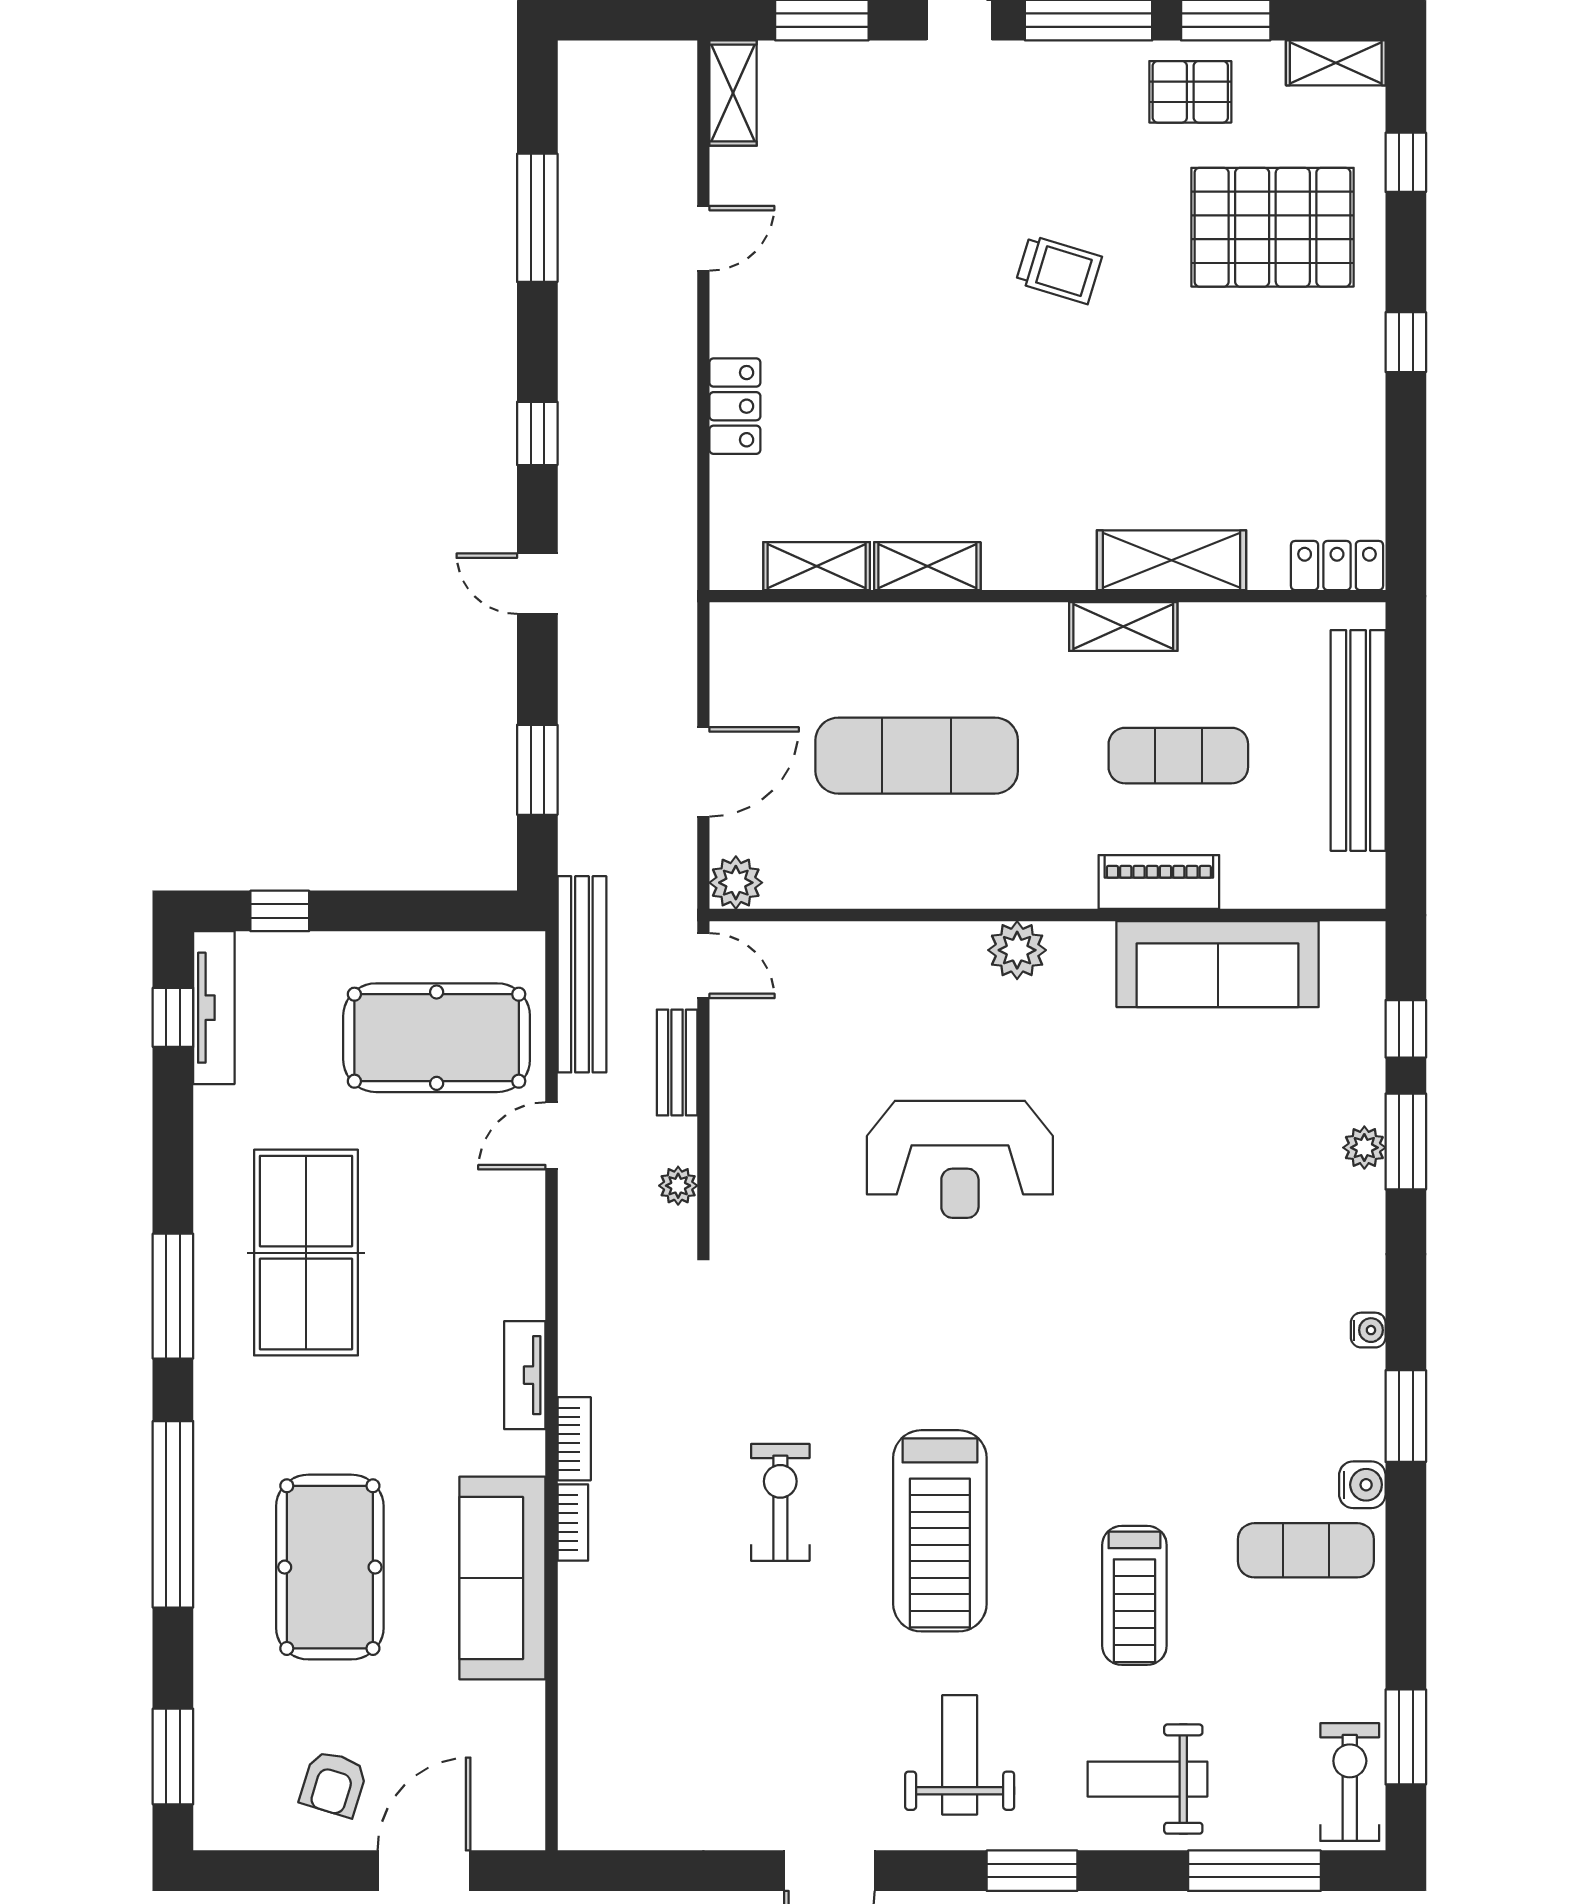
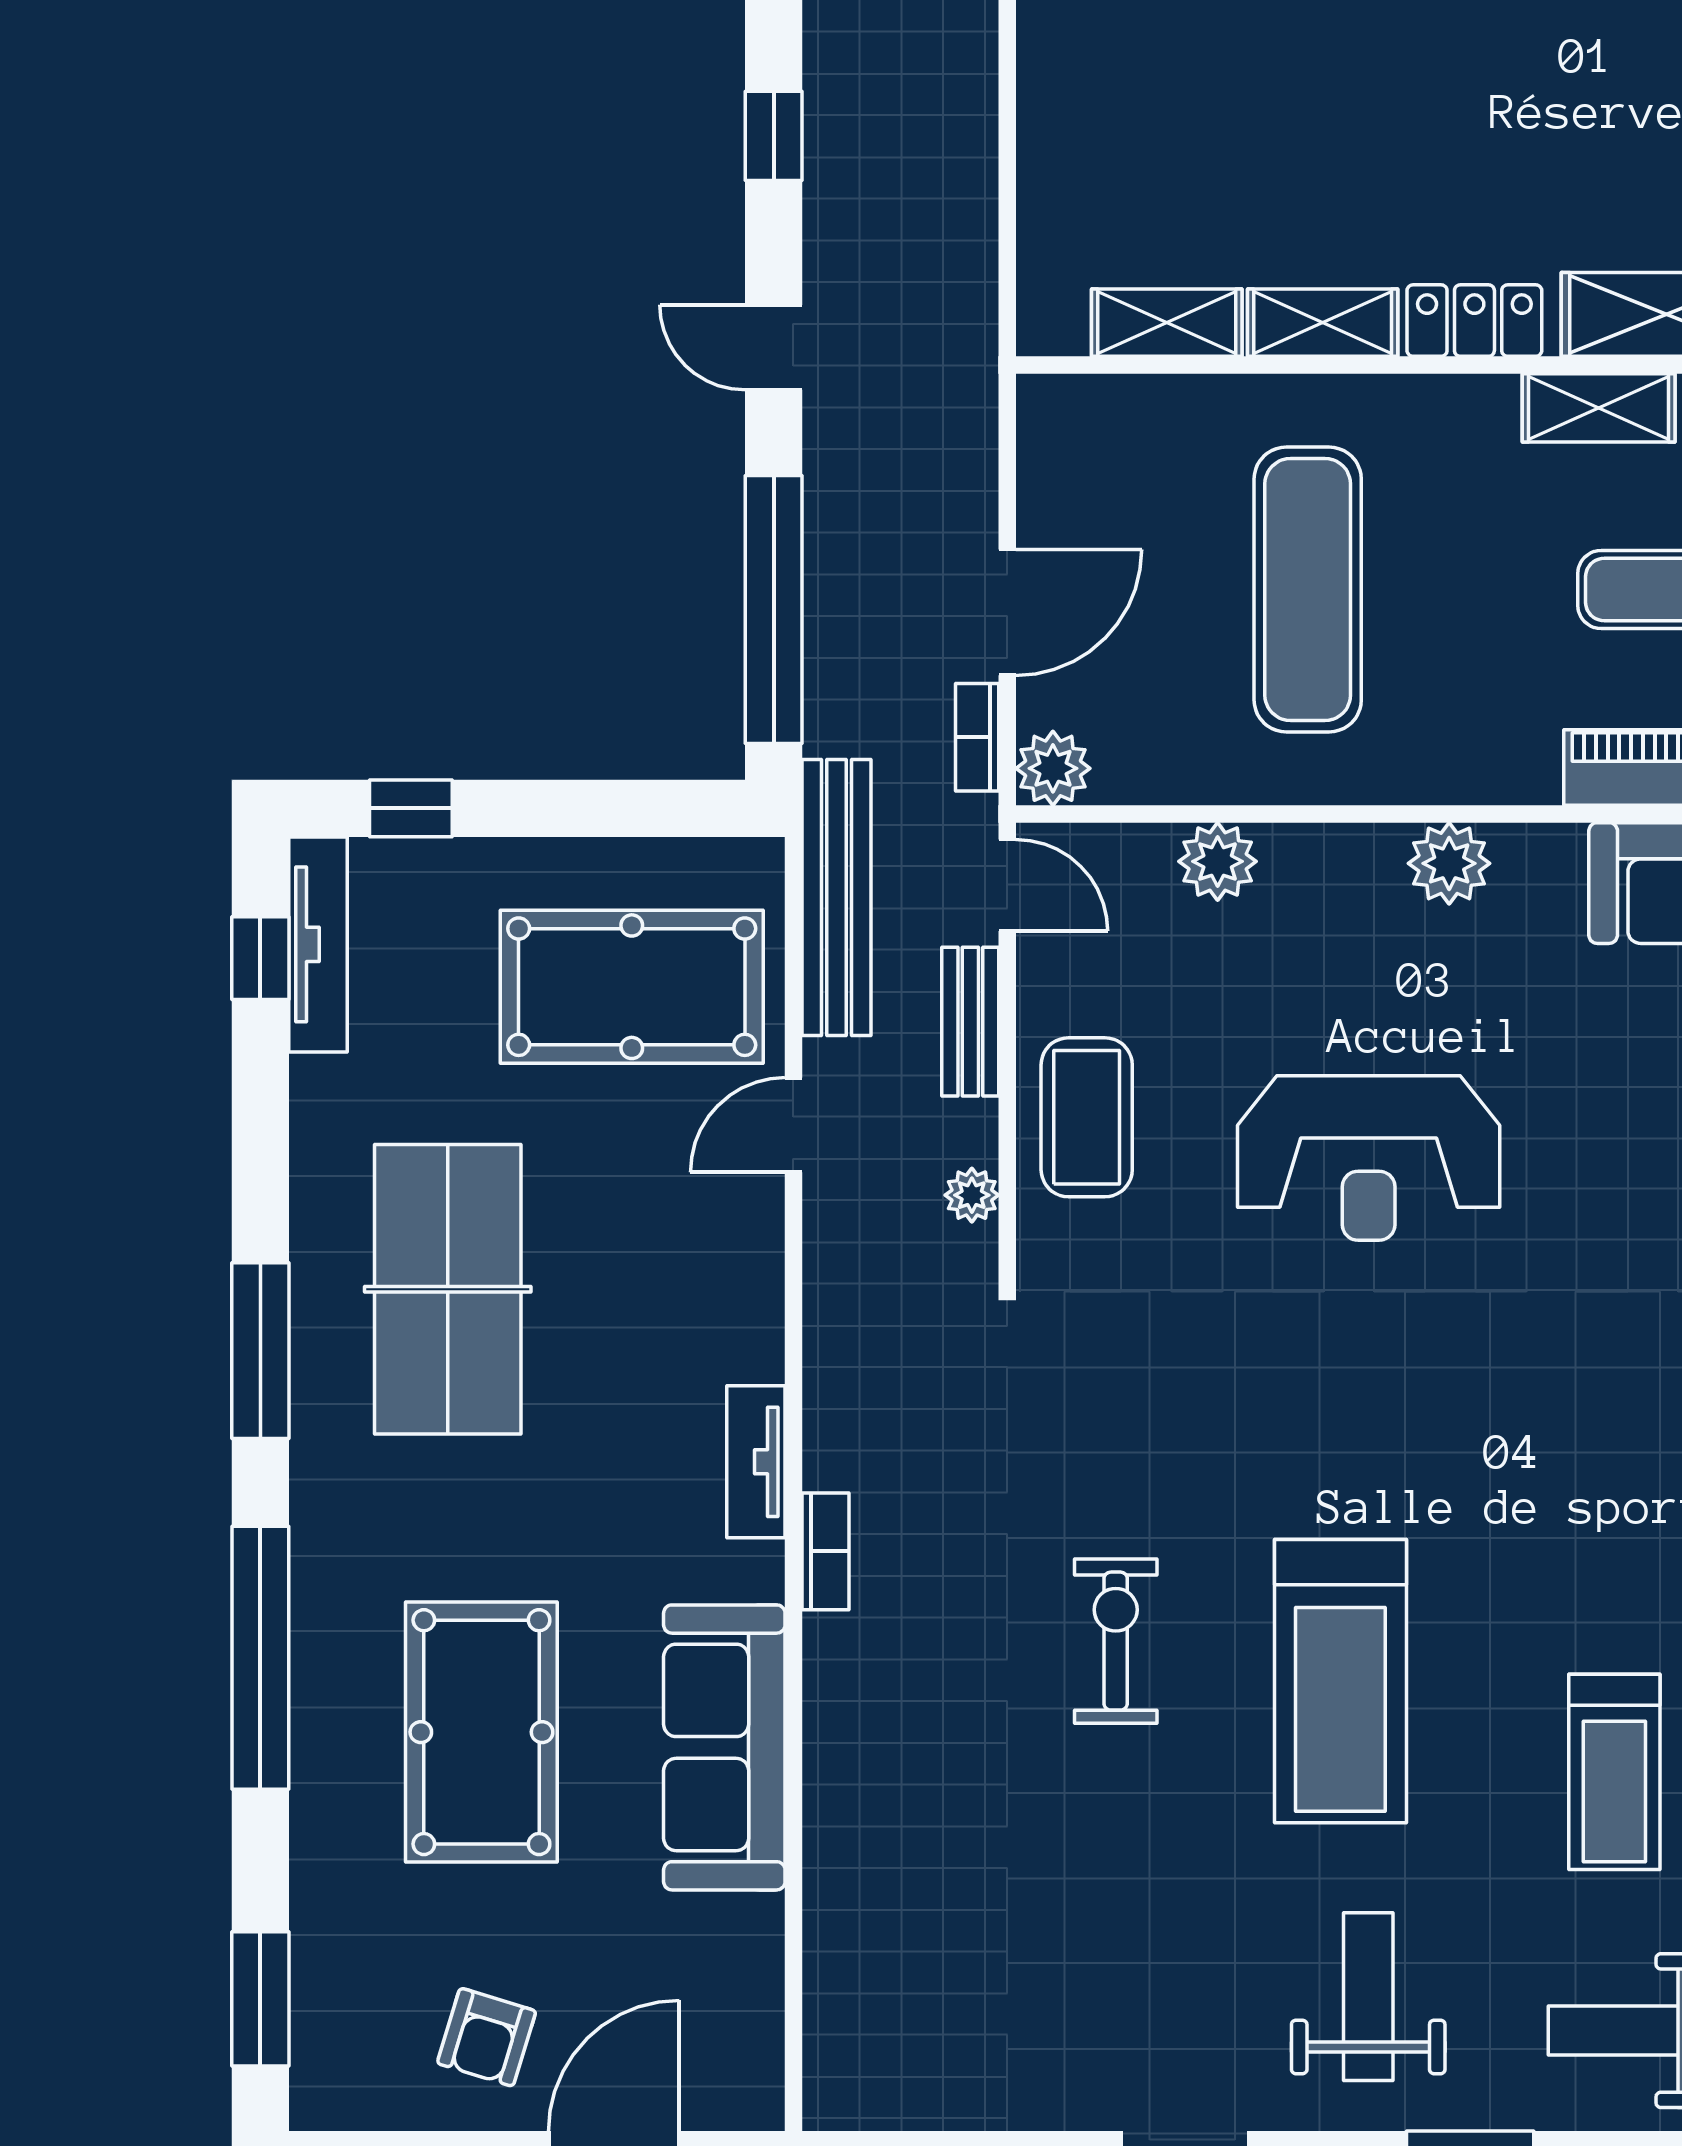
locker: (735, 406) -> (1474, 321), moved, turned -90
exercise mat: (917, 756) -> (1308, 589), turned 90
window: (537, 770) -> (774, 610), width x2.11
plant: (853, 949) -> (1218, 861), added
coffee table: (760, 1130) -> (1087, 1117), added
bookcase: (573, 1523) -> (977, 737), moved, turned 180

